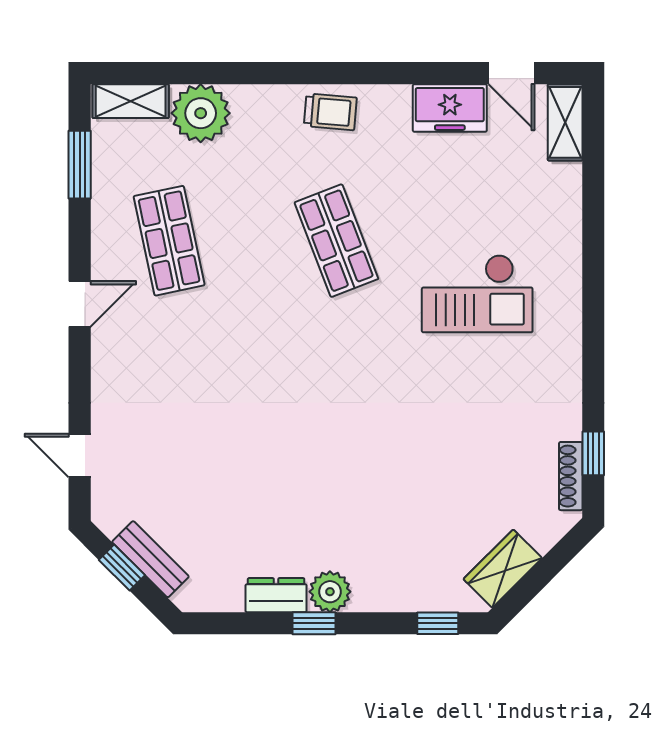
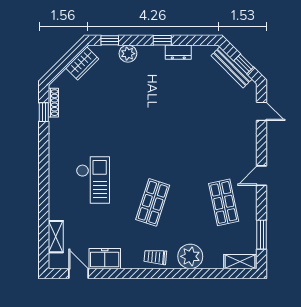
plant: (201, 113) -> (190, 256), moved
shelving: (565, 122) -> (56, 237), moved
shop shelf: (336, 241) -> (153, 202), turned 39
checkout: (477, 294) -> (93, 180), turned 90
bench: (150, 559) -> (232, 67), width x1.36
plant: (330, 592) -> (128, 54), moved

